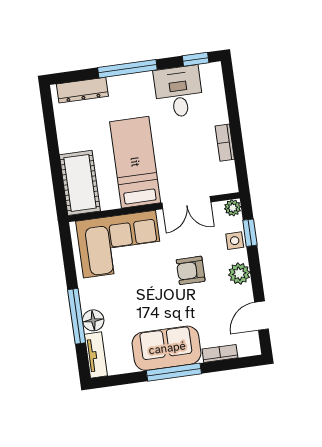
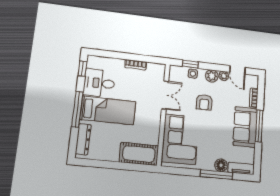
bed: (135, 162) -> (108, 110), moved, turned 180
plant: (233, 208) -> (224, 76), moved

